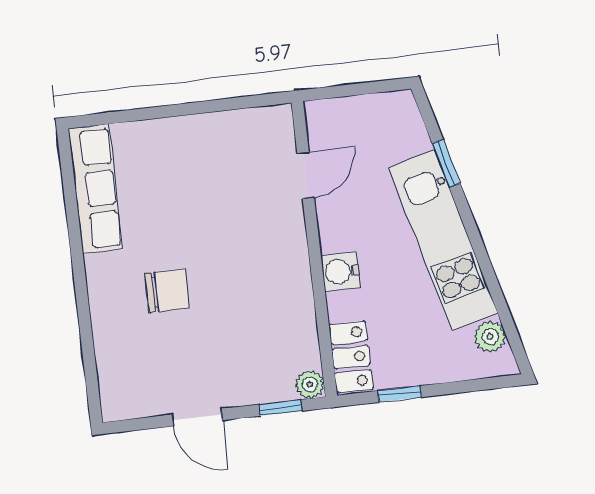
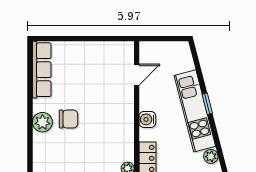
window: (446, 163) -> (207, 104), moved
plant: (110, 304) -> (42, 122), added

